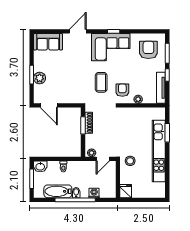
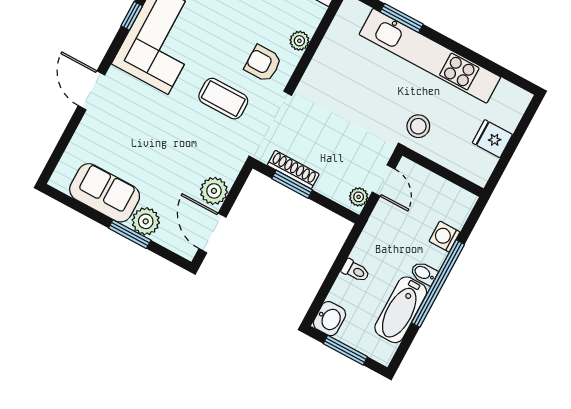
sofa: (48, 42) -> (105, 193), moved, turned -90
plant: (65, 97) -> (214, 191), added
door: (49, 105) -> (213, 233), swing flipped
fridge: (126, 191) -> (492, 139), moved

